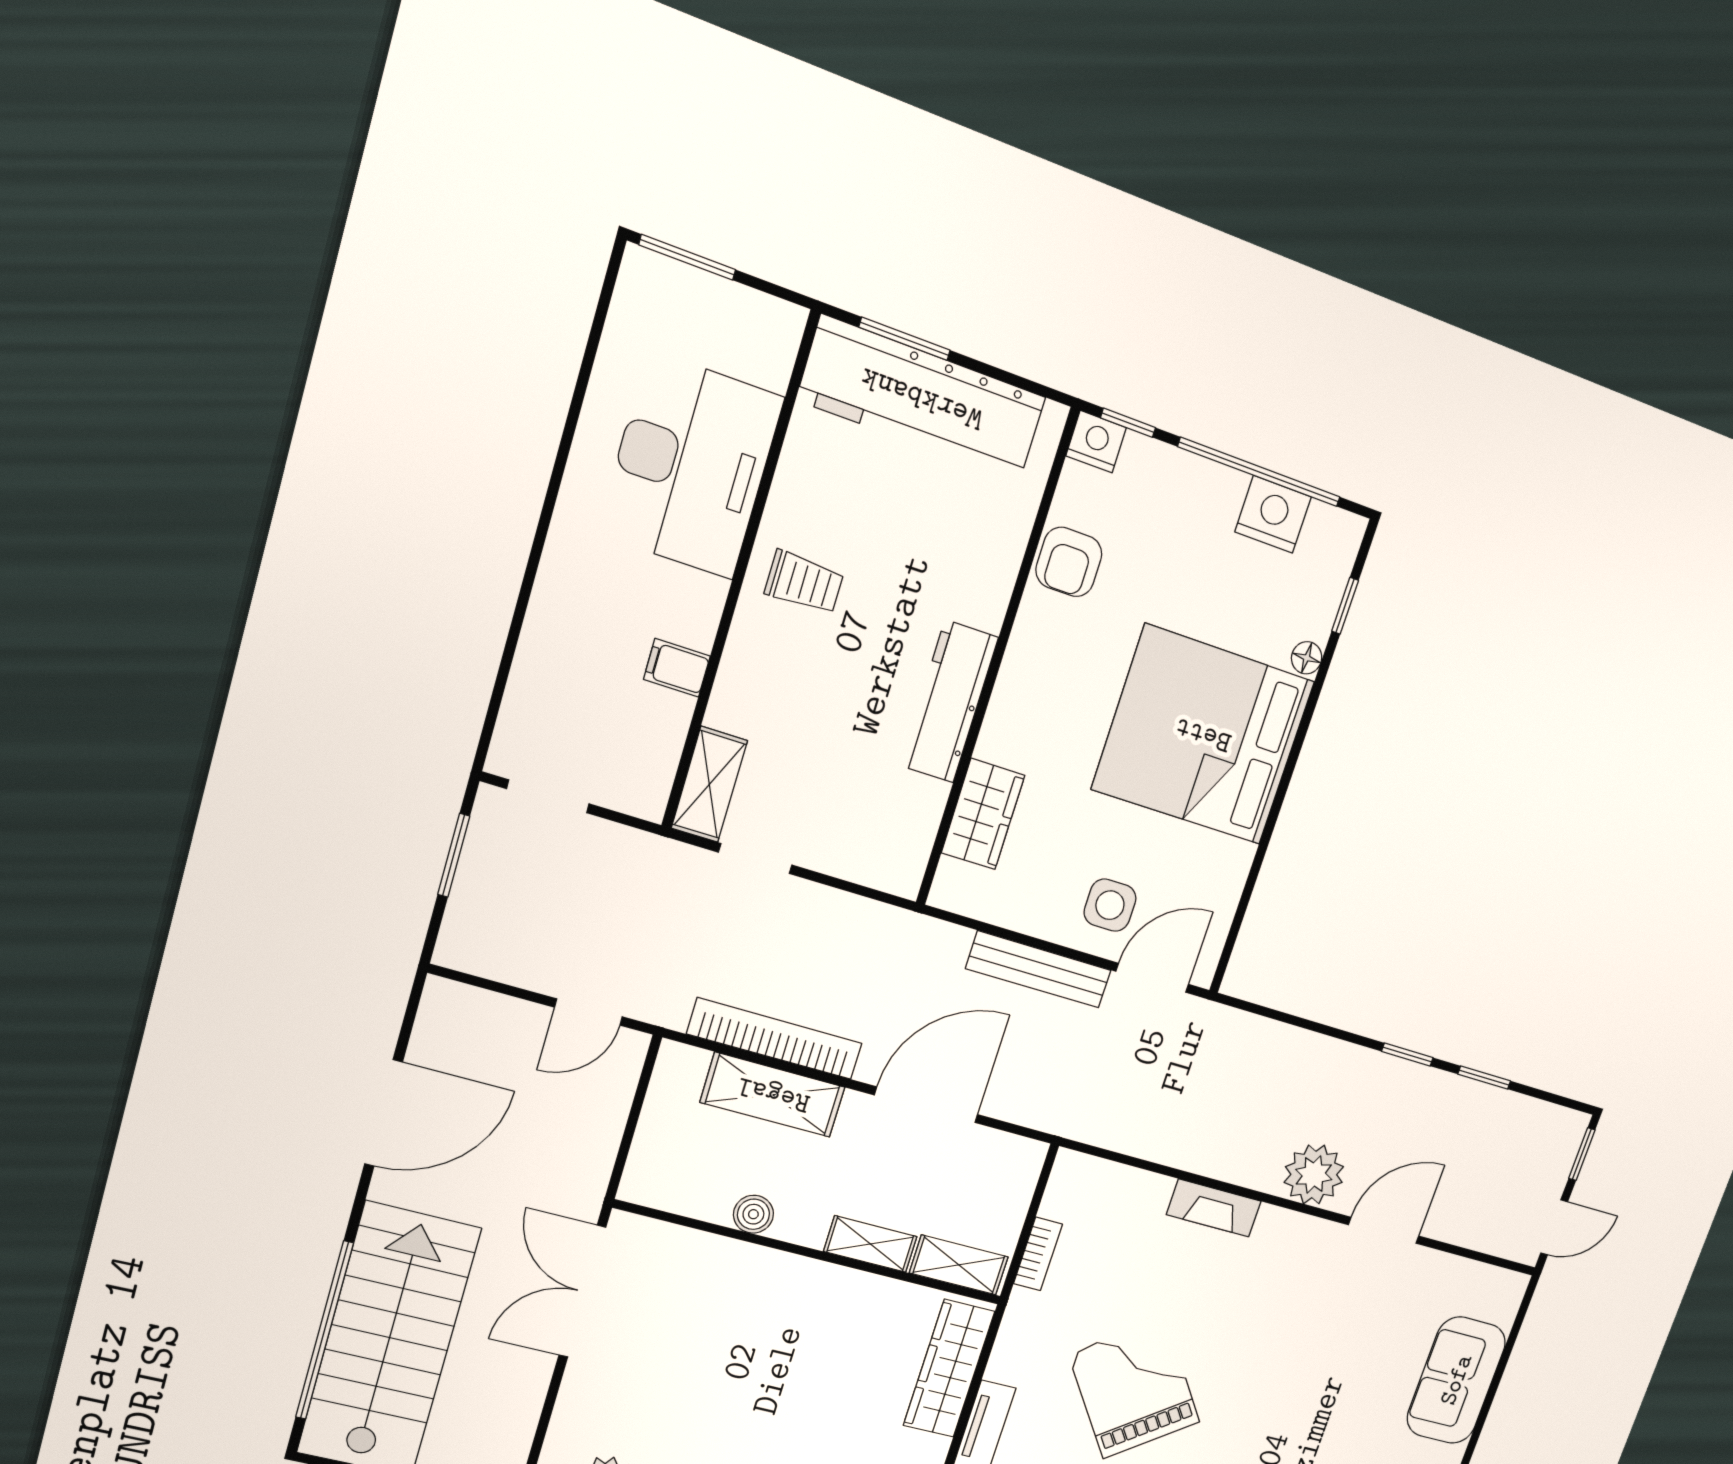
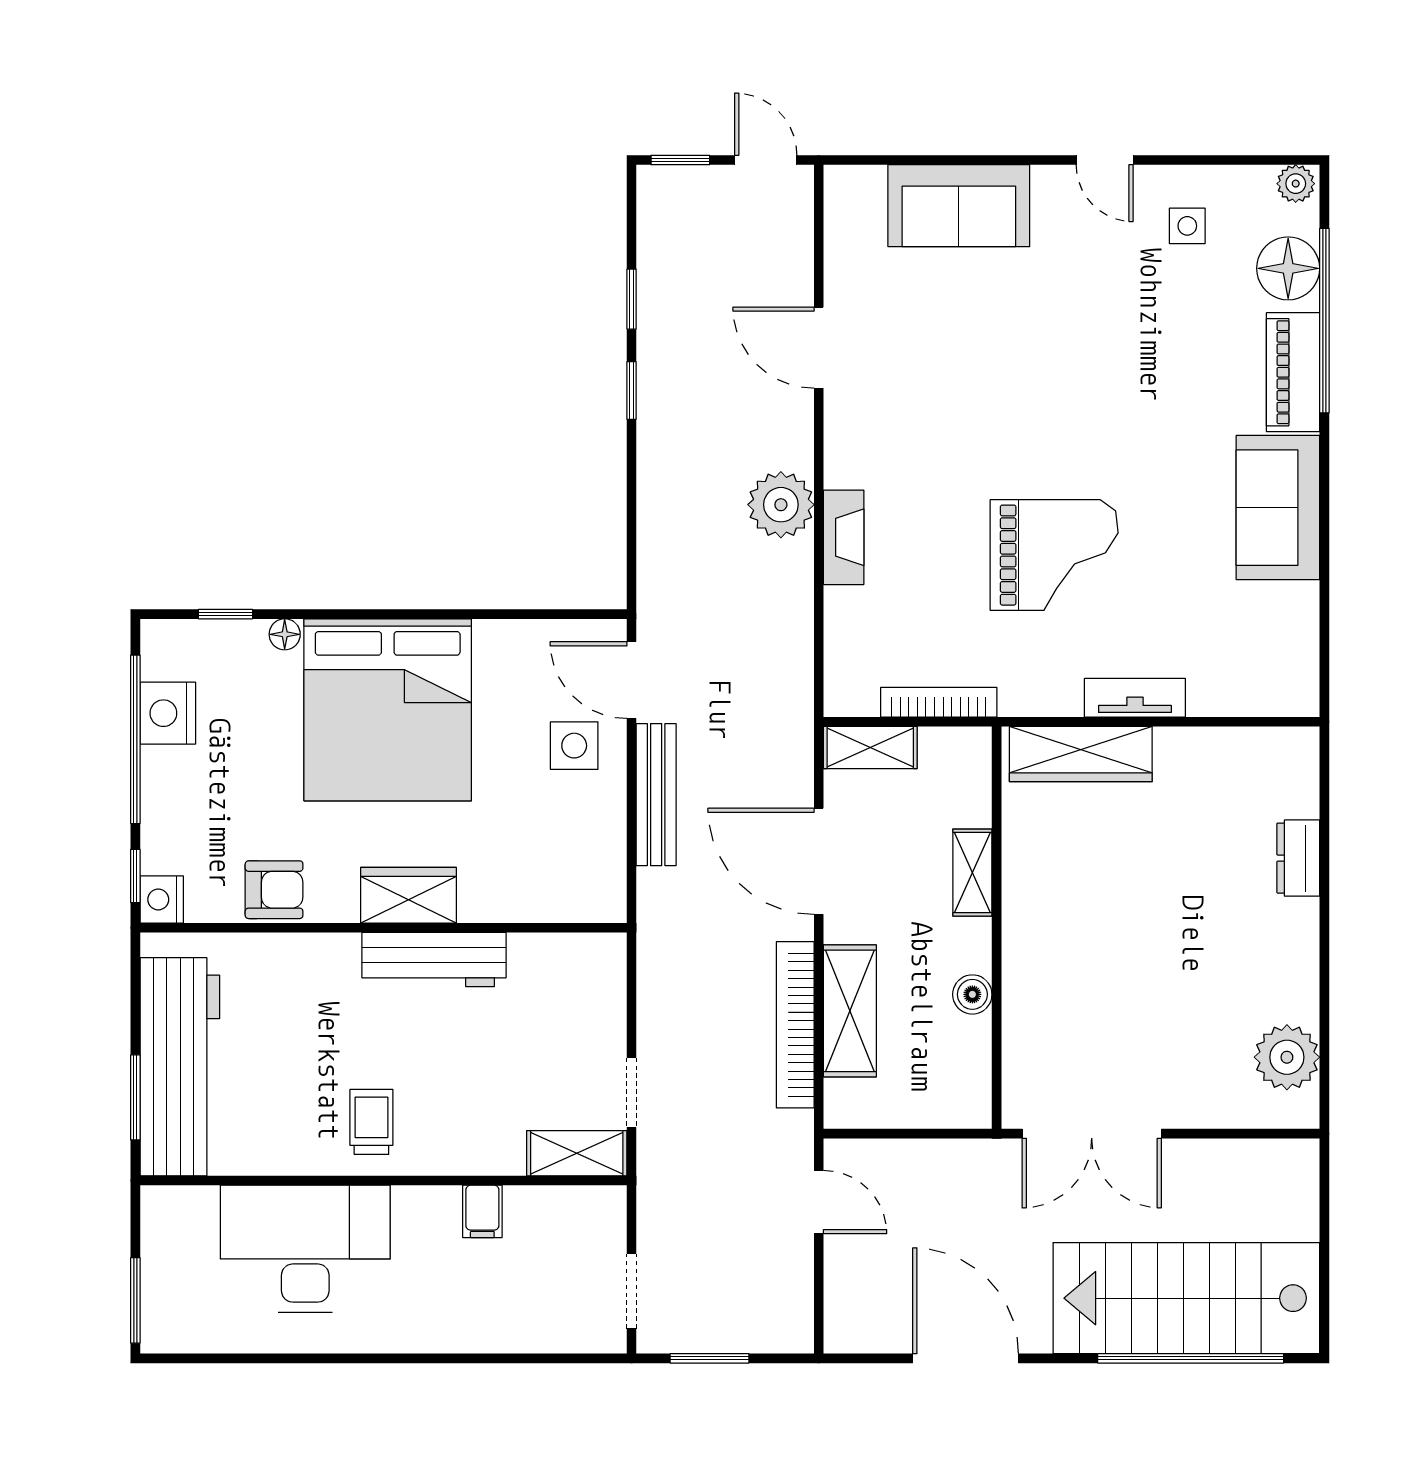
wardrobe: (983, 814) -> (408, 895), moved
plant: (1314, 1174) -> (781, 505), moved
bookcase: (1038, 1254) -> (939, 702), width x1.56
shelving: (959, 1265) -> (870, 748), moved, turned 90
grand piano: (1134, 1388) -> (1054, 555), turned -144

